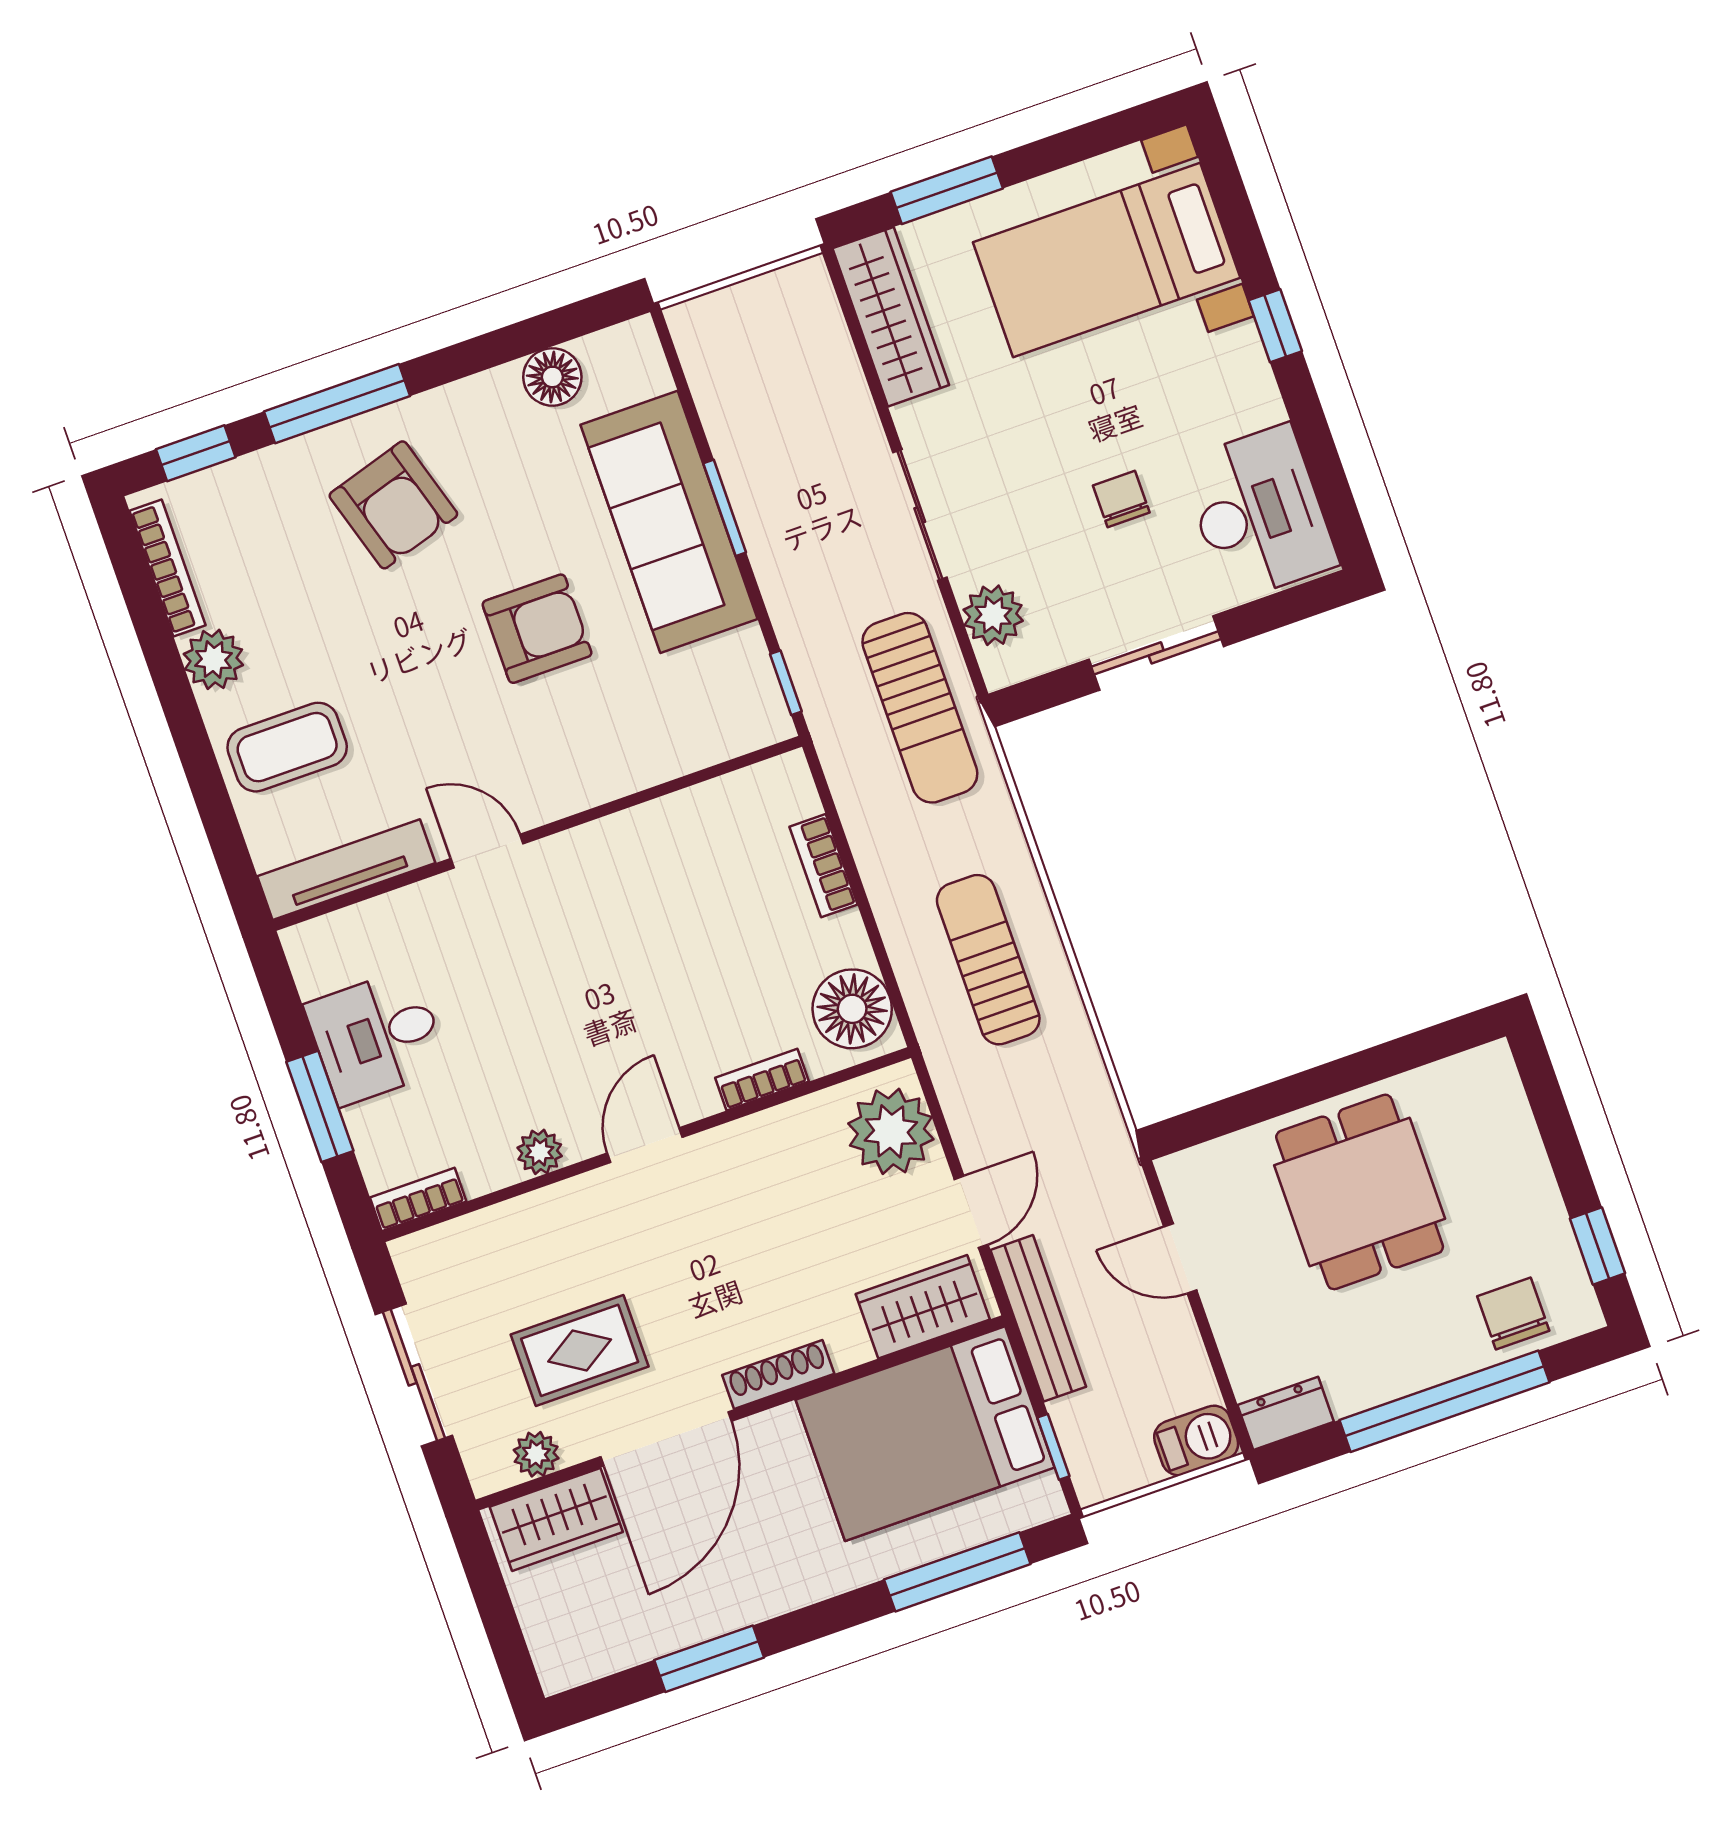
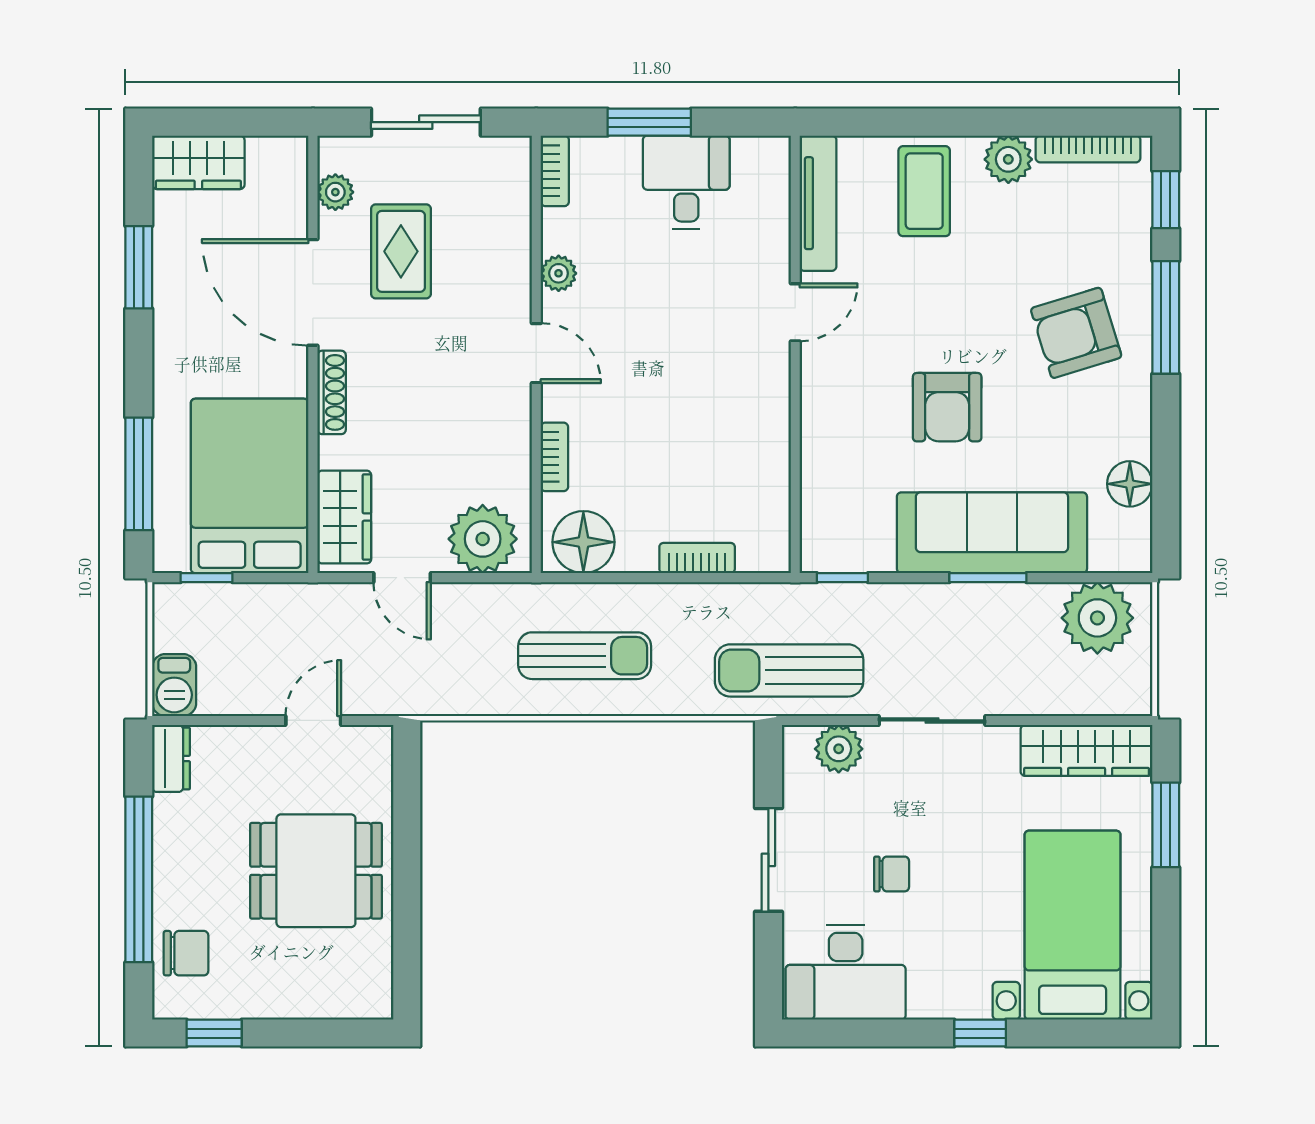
plant: (727, 359) -> (1097, 618), added
bench: (1038, 1318) -> (306, 600), removed
wardrobe: (556, 1519) -> (198, 162), moved, turned -90

